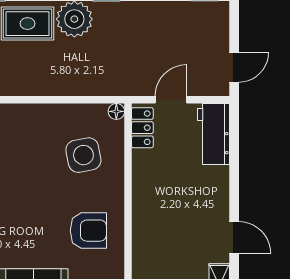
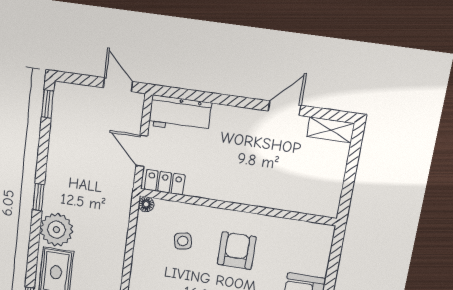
side table: (83, 155) -> (183, 241), width x0.54, depth x0.54
armchair: (88, 231) -> (237, 251), moved

